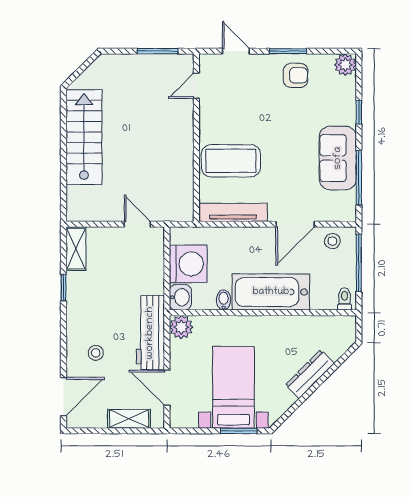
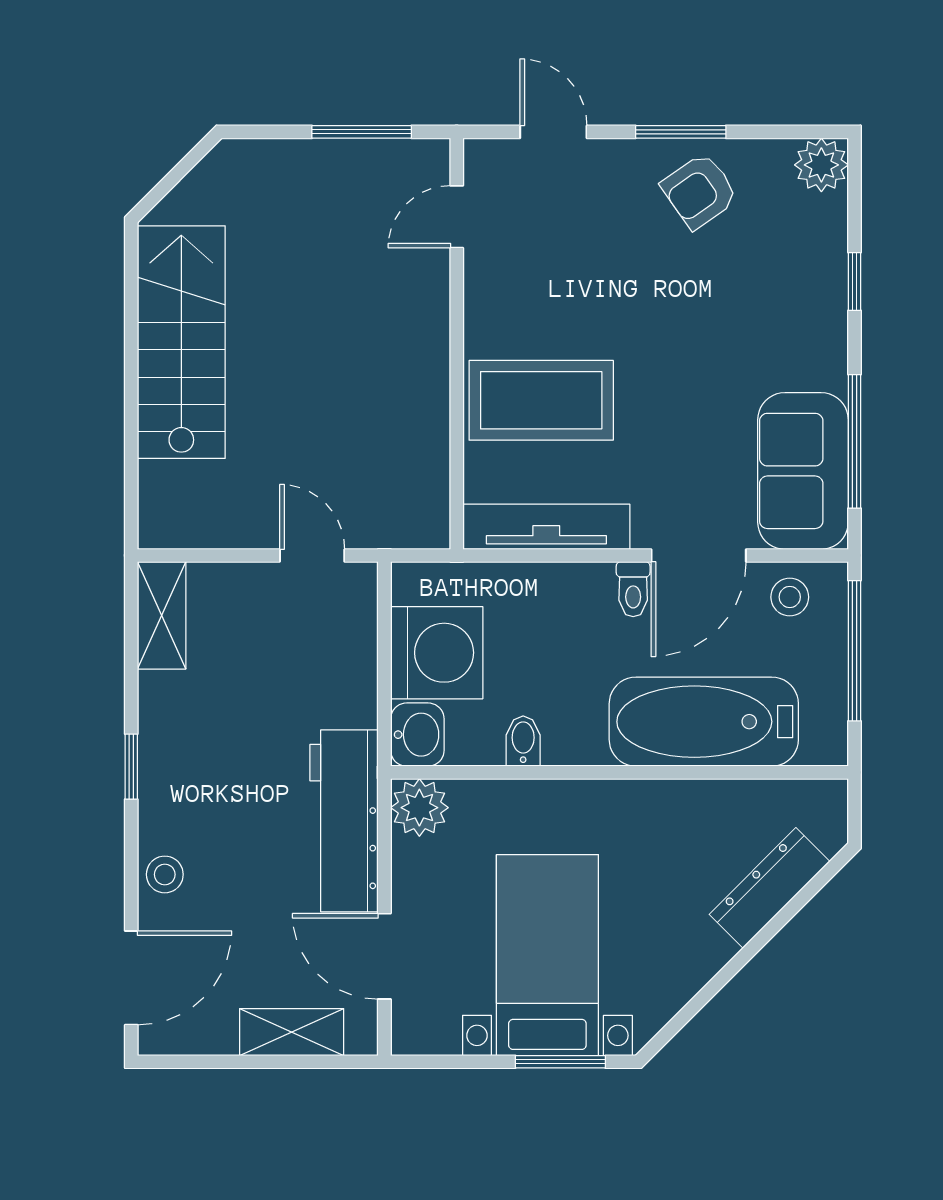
armchair: (296, 75) -> (700, 191), turned 145
sofa: (338, 158) -> (803, 471), moved
window: (64, 288) -> (131, 767), moved
bathtub: (271, 292) -> (704, 722), moved
toilet: (345, 299) -> (633, 589), moved, turned 180
stool: (96, 353) -> (165, 874), moved
dresser: (310, 374) -> (770, 888), moved

